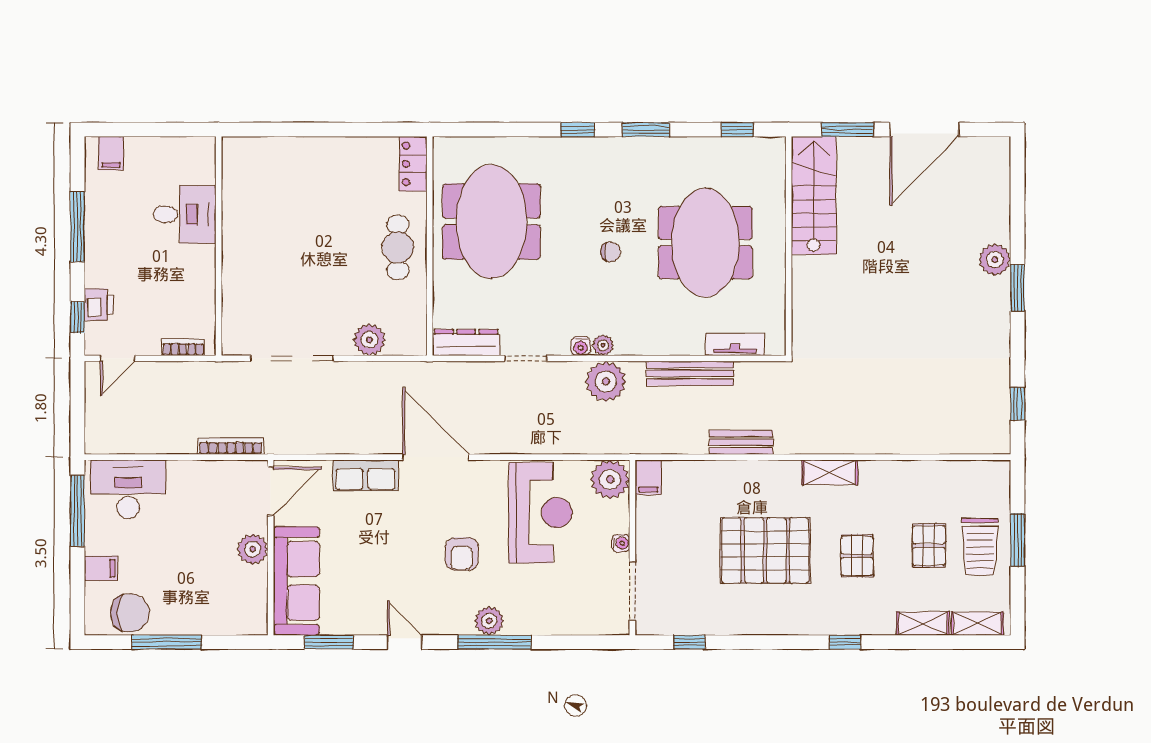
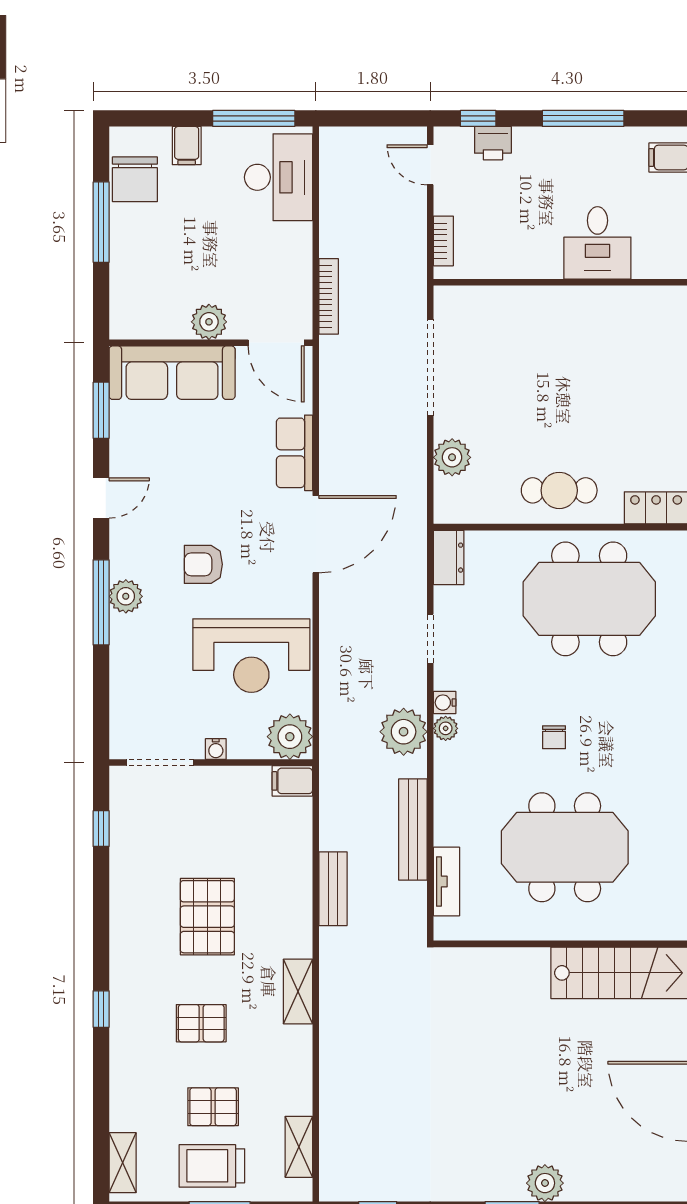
dresser: (466, 343) -> (449, 558), width x0.70
pallet: (765, 551) -> (207, 917), width x0.73, depth x0.71
shelving: (923, 623) -> (299, 1147), moved

